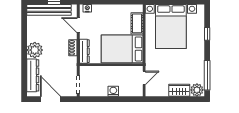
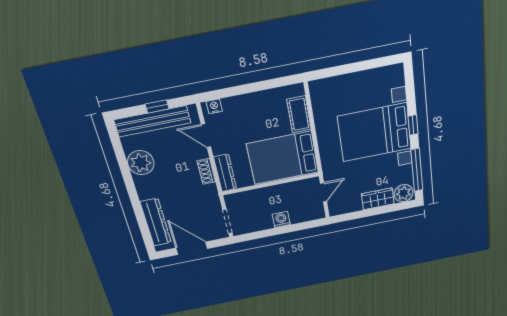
bed with nightstands: (171, 27) -> (375, 132), moved, turned 90
window: (207, 34) -> (413, 125), moved
plant: (35, 50) -> (141, 163), moved

